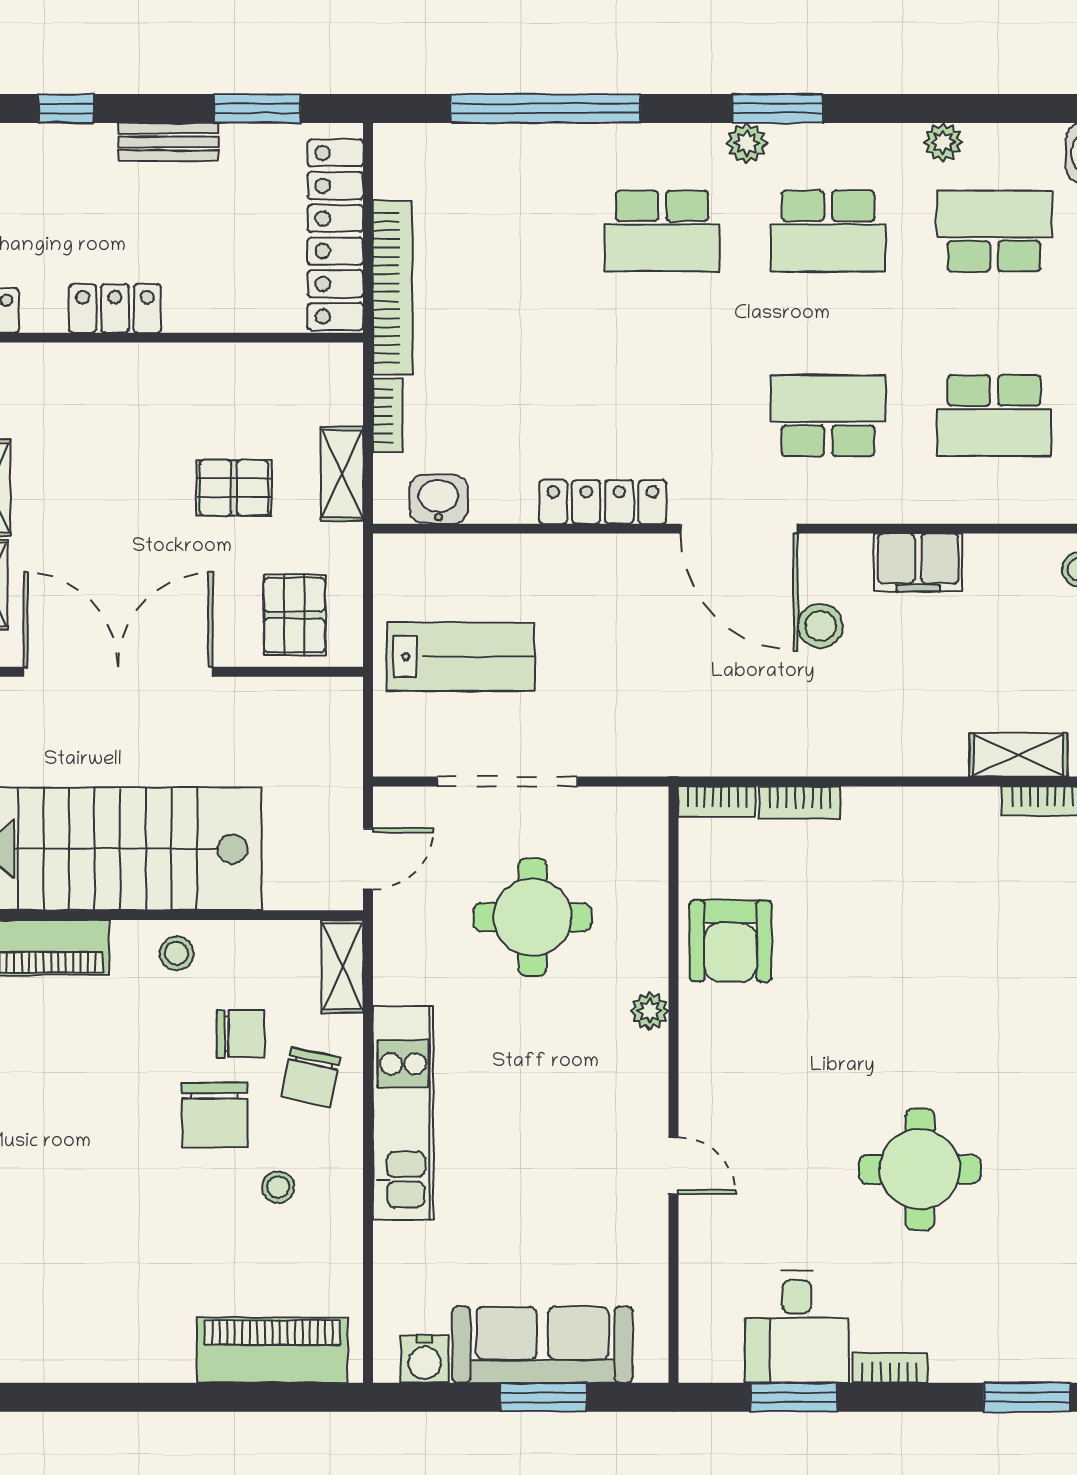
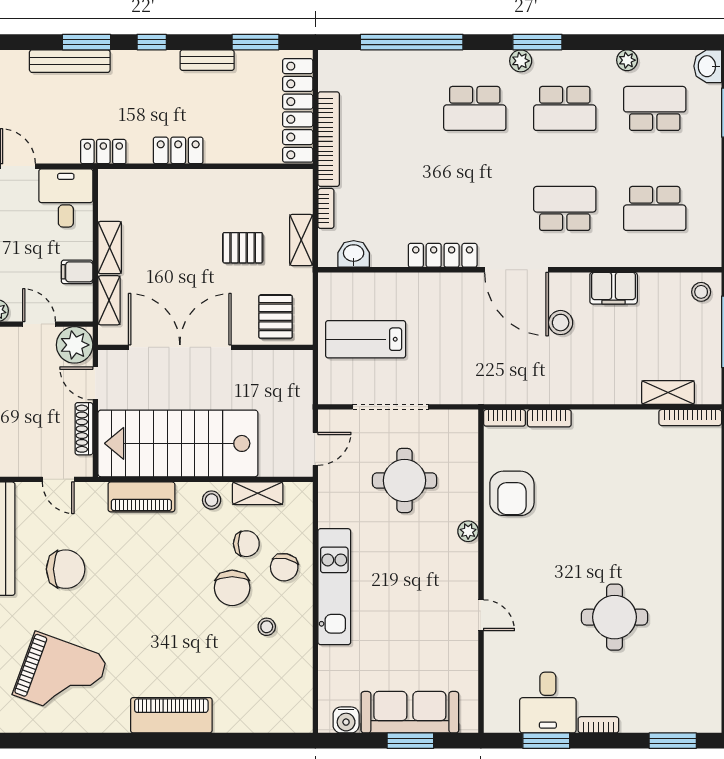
lab bench: (461, 657) -> (366, 339), turned 180
shelving: (342, 966) -> (258, 493), moved, turned 90
piano: (272, 1350) -> (171, 715), moved

